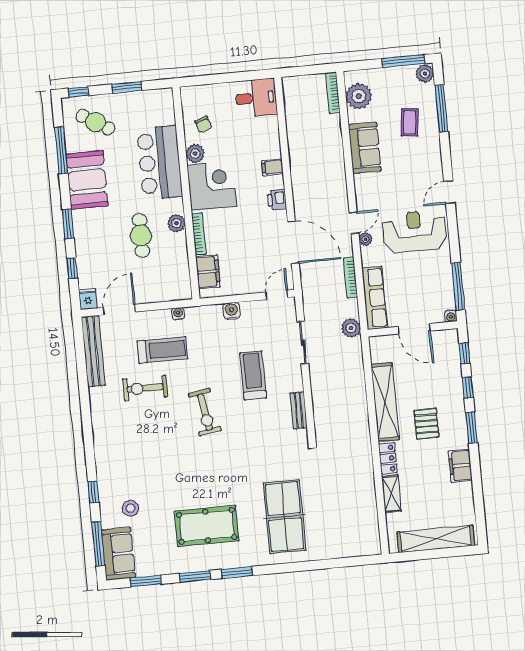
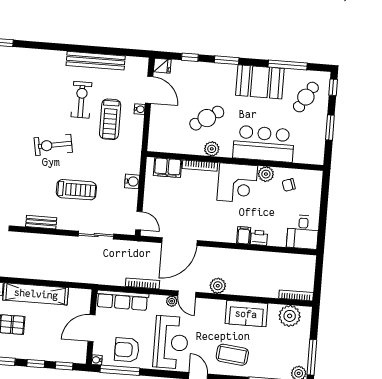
coffee table: (410, 122) -> (232, 355), moved, width x1.36, depth x1.30
printer: (277, 200) -> (259, 238), moved
cafe table: (141, 235) -> (207, 118), turned -33
armchair: (433, 282) -> (127, 350), added
water cooler: (178, 314) -> (140, 109), moved
plant: (351, 328) -> (218, 286), moved
bench: (93, 351) -> (96, 61), moved

